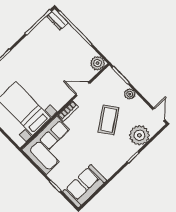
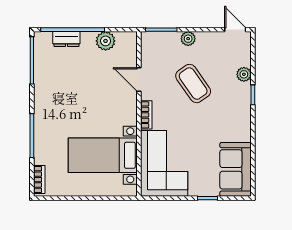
dresser: (57, 20) -> (66, 39), moved
plant: (98, 63) -> (106, 41), moved
door: (83, 89) -> (139, 80), hinge flipped
plant: (139, 135) -> (244, 74), width x0.53, depth x0.53

